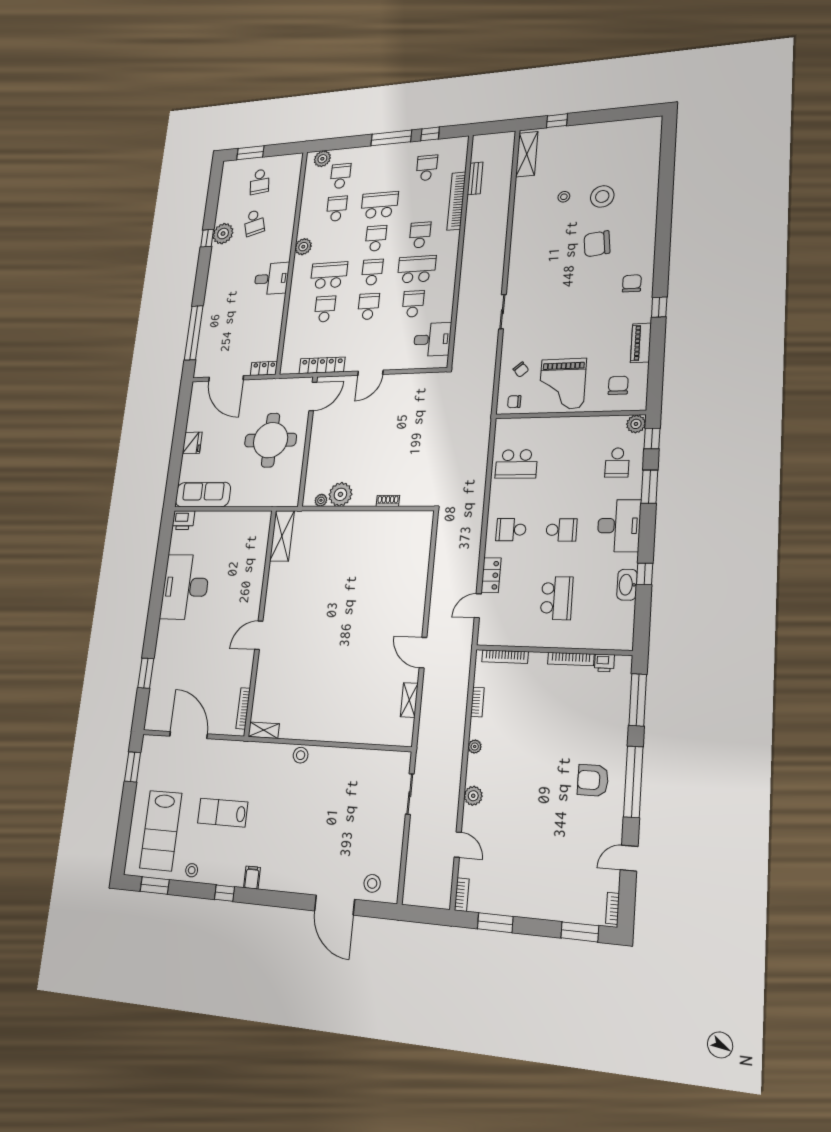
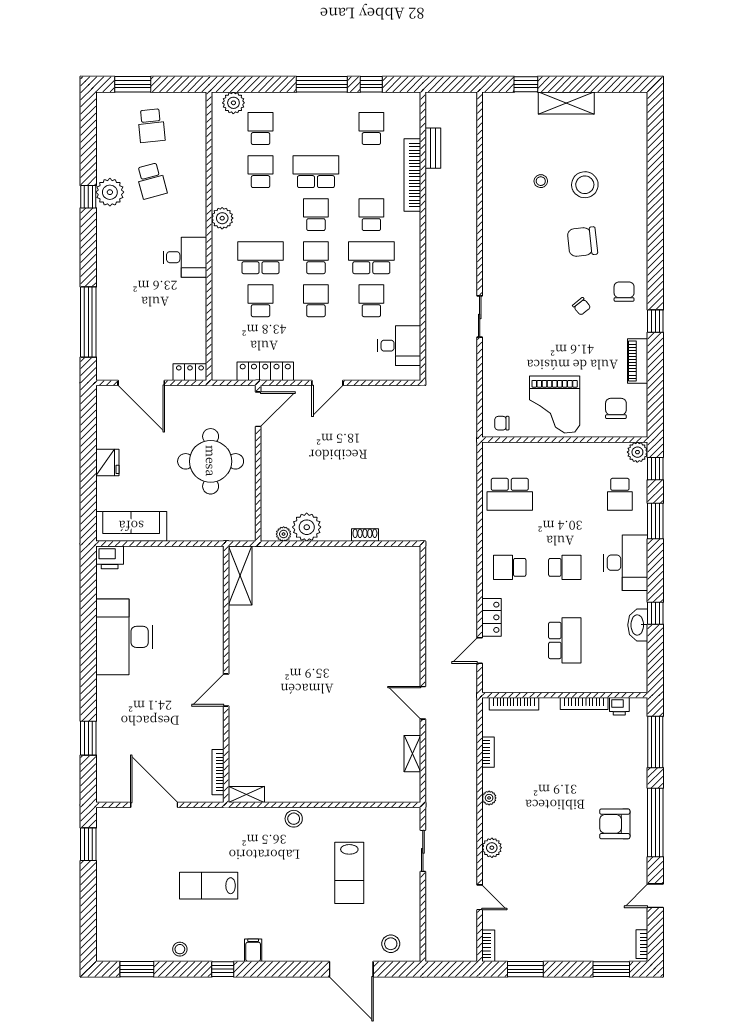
shelving: (527, 154) -> (566, 103), moved, turned 90
chair: (521, 370) -> (582, 306), moved
lab bench: (161, 831) -> (349, 873), moved, width x0.73, depth x0.72

